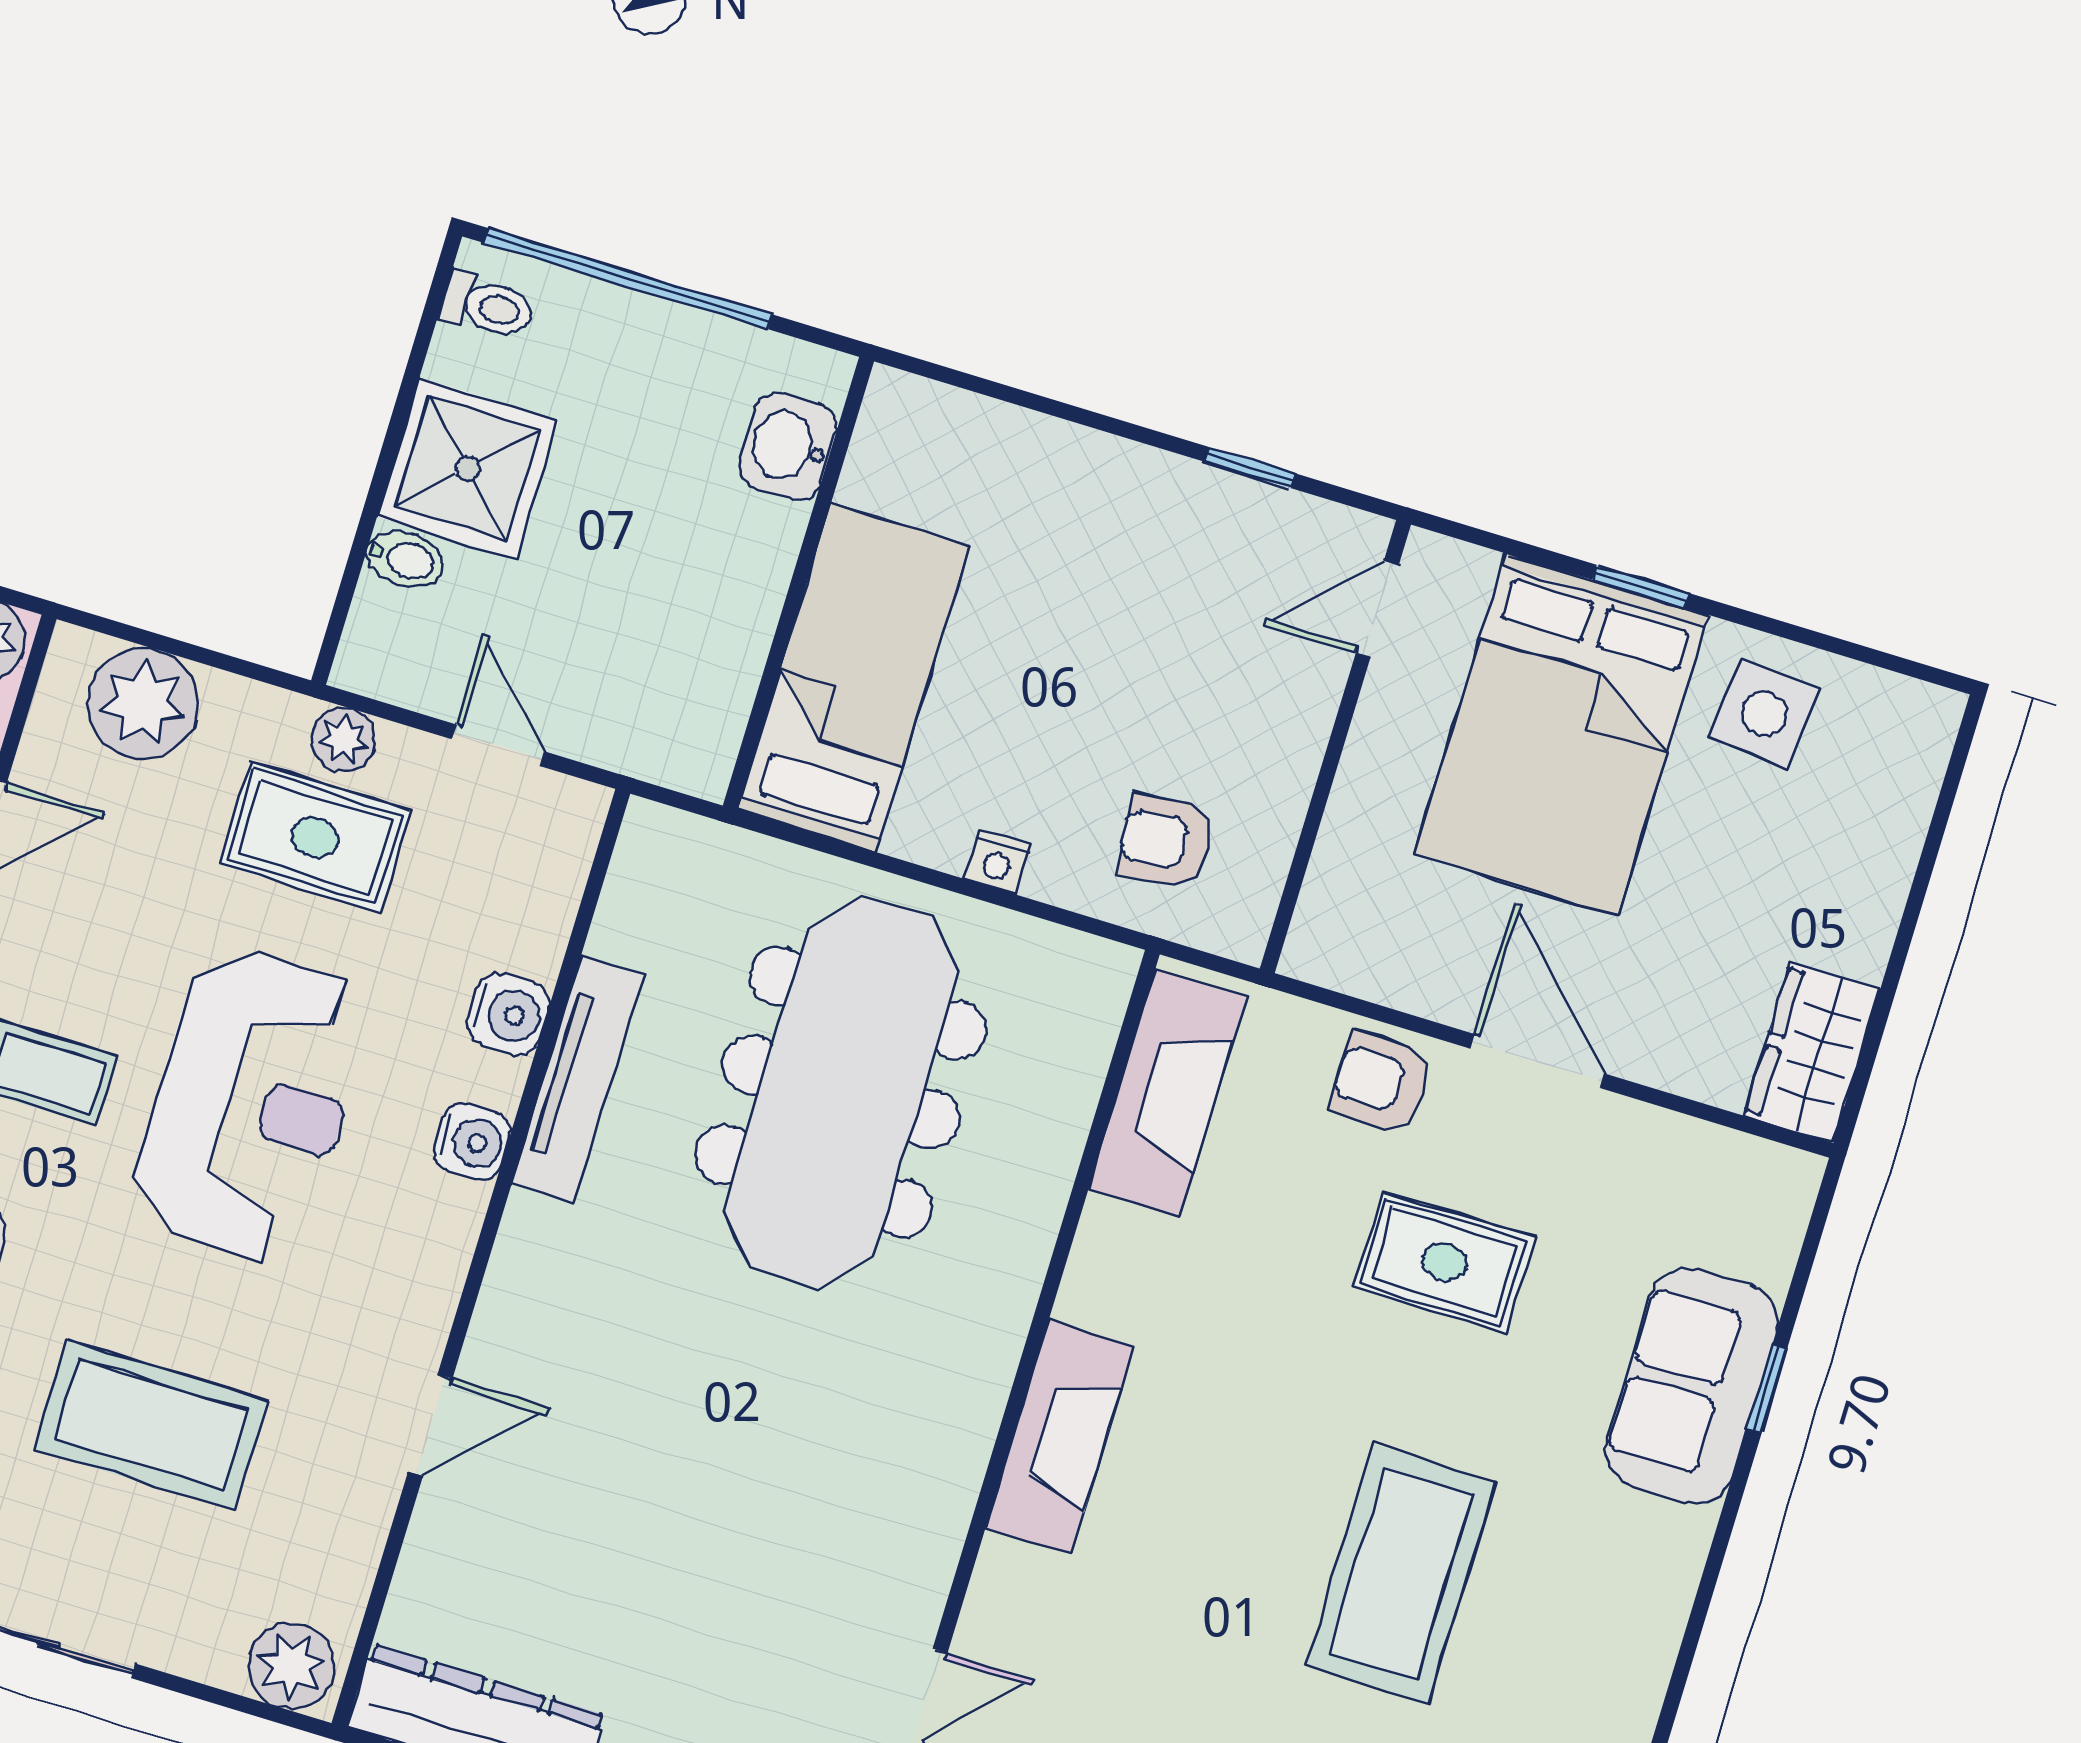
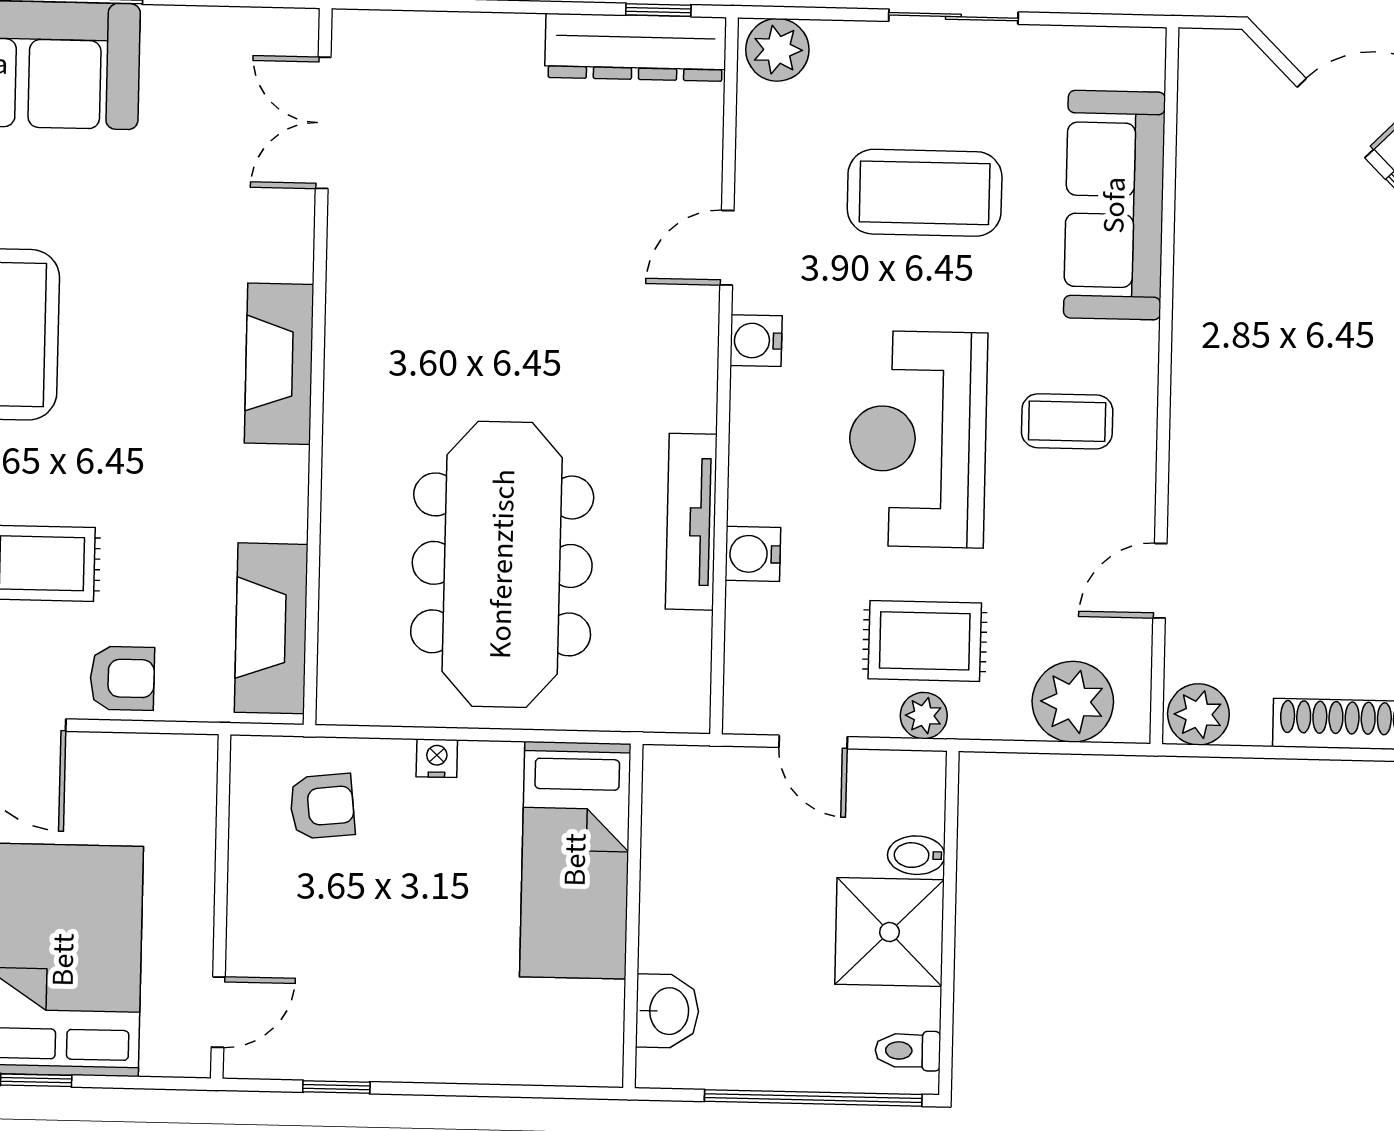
water cooler: (472, 1142) -> (756, 341), moved

